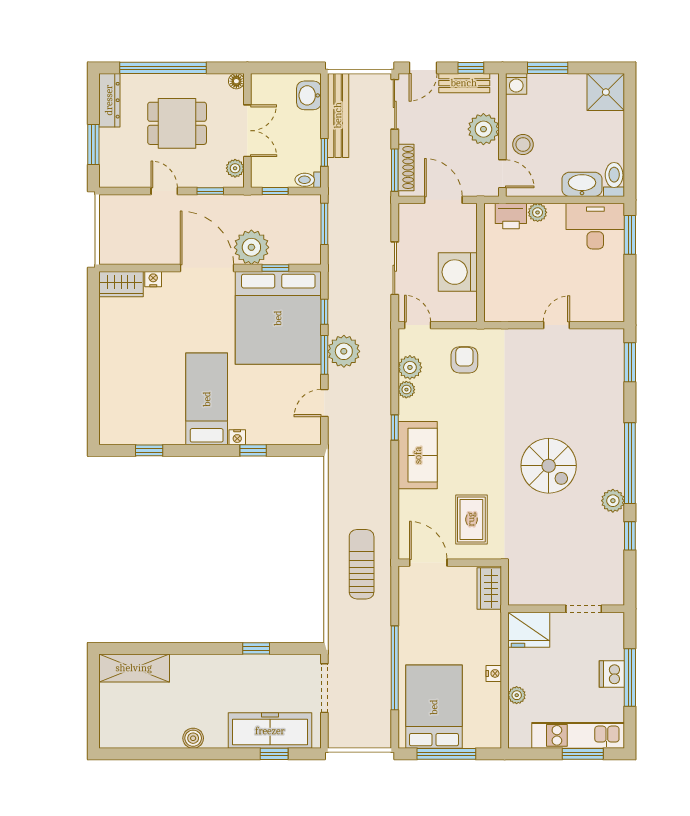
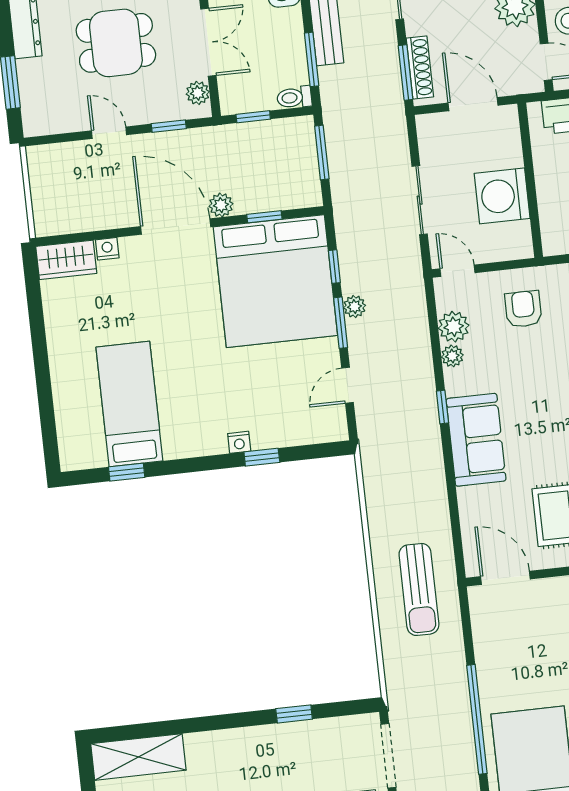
window: (324, 152) -> (312, 59), width x1.50
plant: (251, 247) -> (221, 205), width x0.53, depth x0.53
plant: (344, 351) -> (354, 307), width x0.53, depth x0.53
bed: (207, 399) -> (129, 404), moved
sun lounger: (362, 564) -> (419, 589), turned 180

